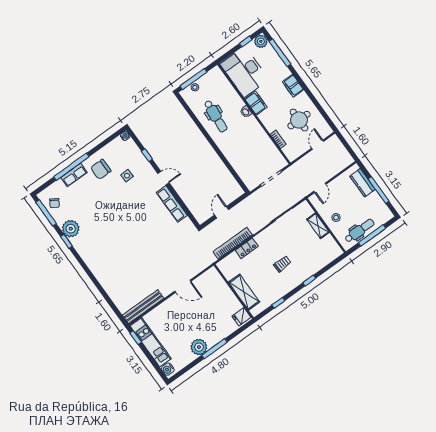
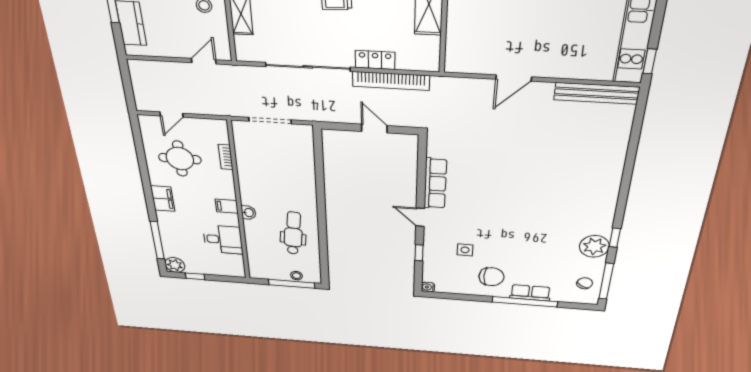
desk: (245, 72) -> (223, 240), width x0.53, depth x0.77
filing cabinet: (256, 103) -> (227, 206), width x0.50
door: (222, 212) -> (374, 129), swing flipped
door: (183, 286) -> (514, 78), swing flipped

